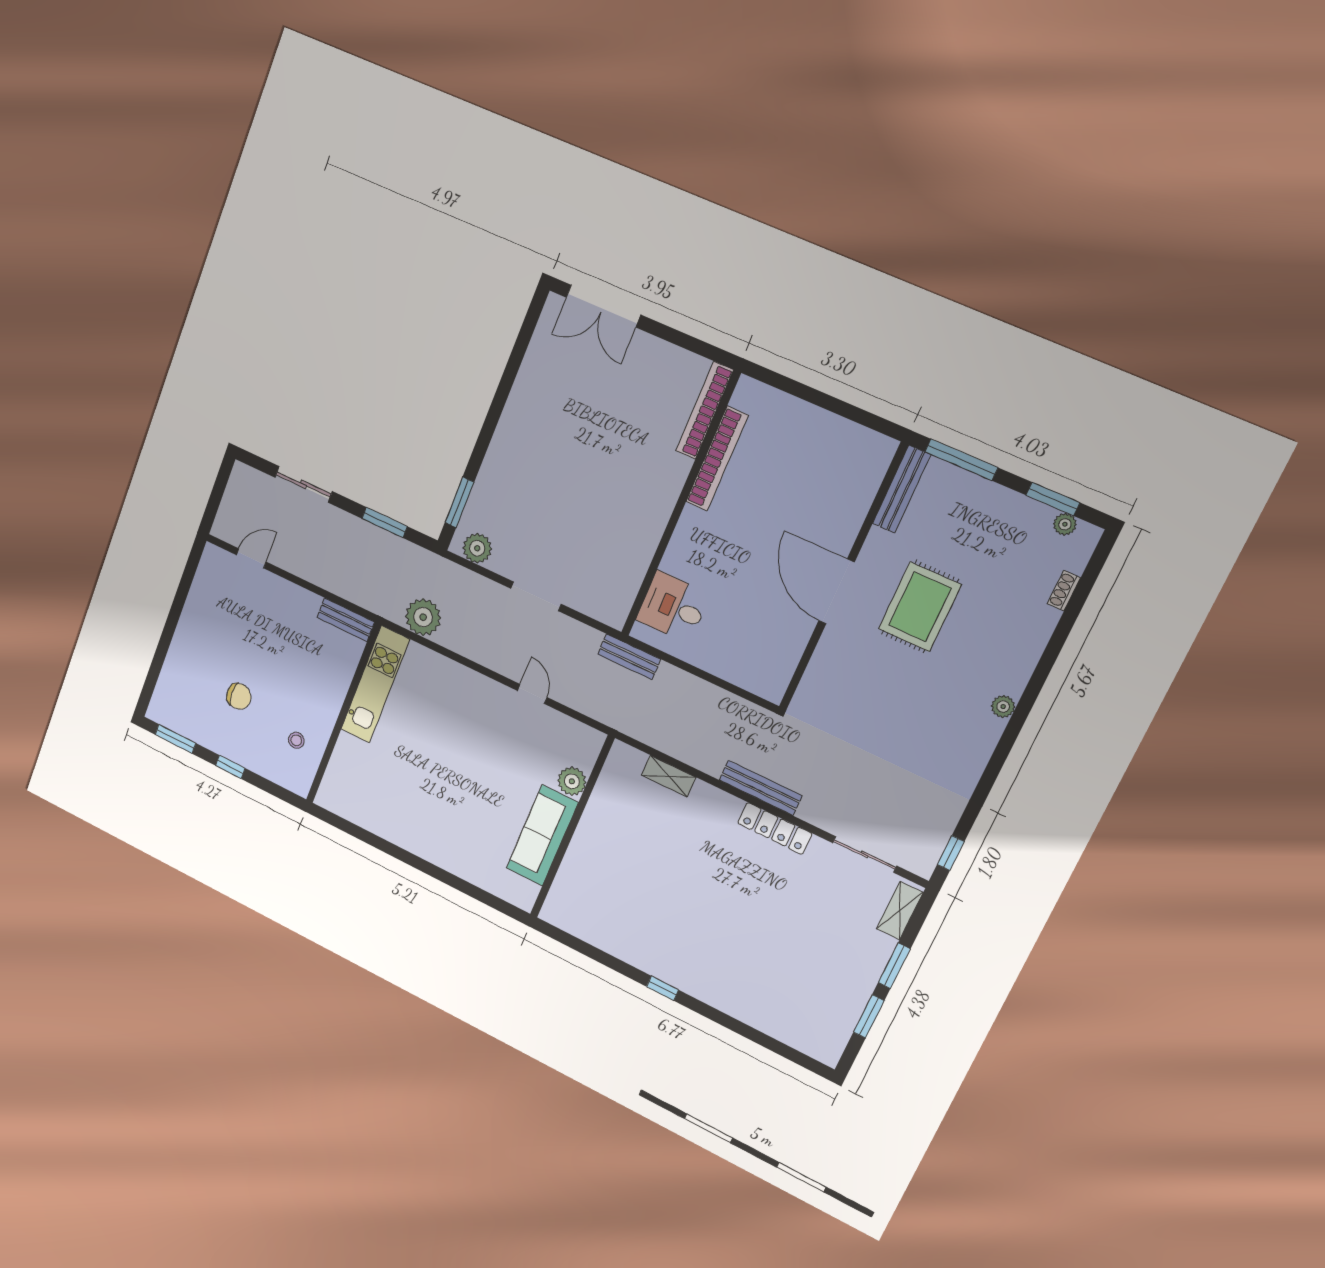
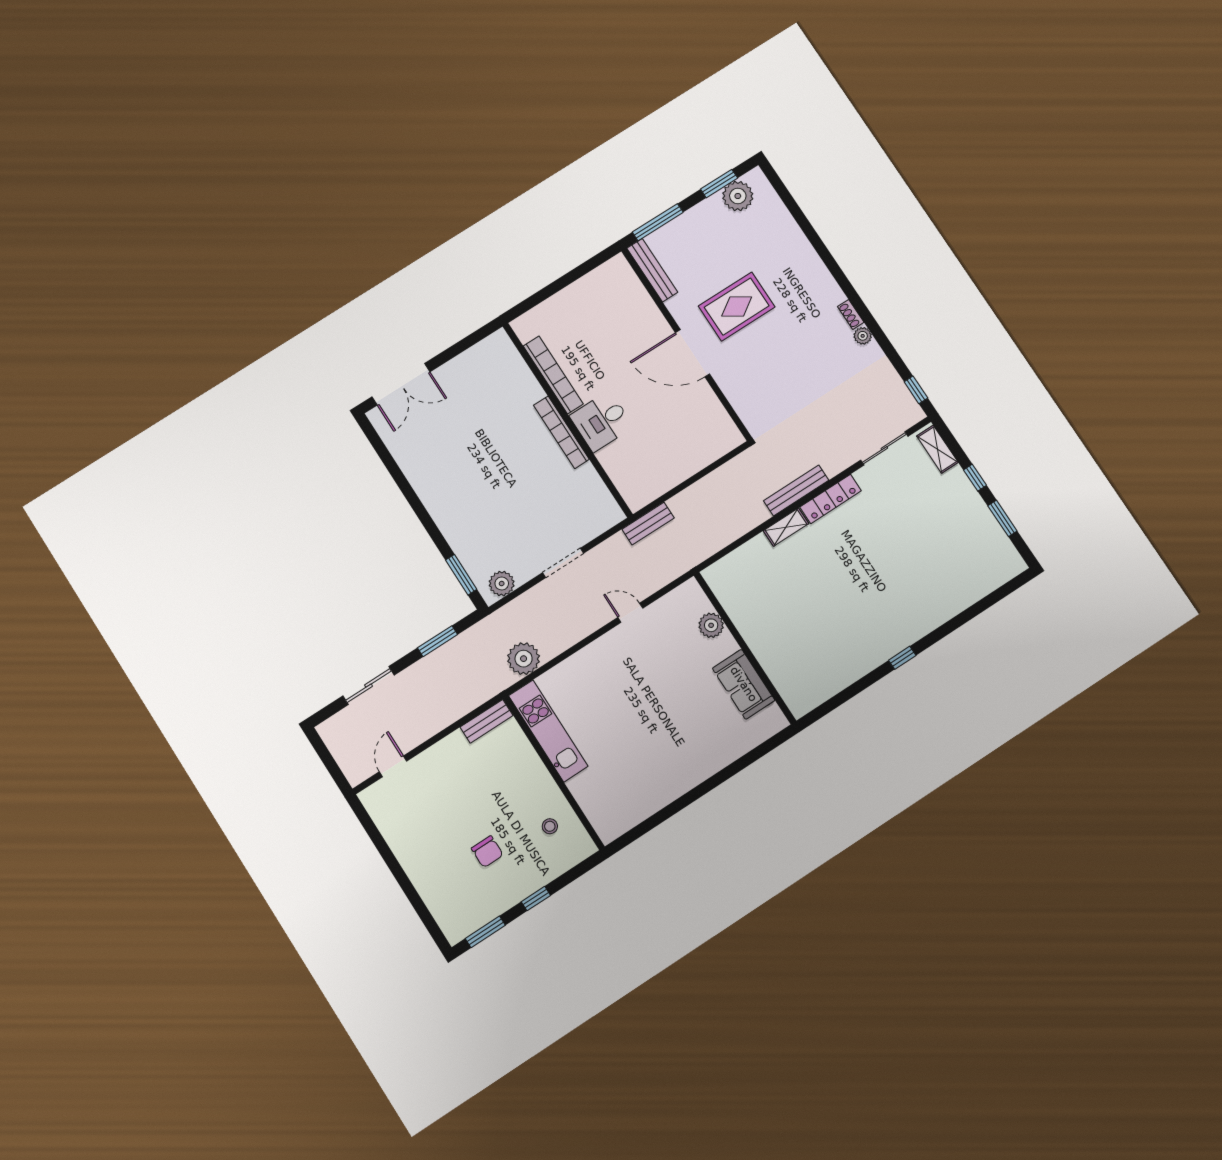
bookcase: (705, 410) -> (561, 432), moved
plant: (1065, 524) -> (738, 196), width x1.88, depth x1.88
shoe rack: (1064, 591) -> (851, 314), moved
desk: (673, 607) -> (601, 421), moved
rug: (920, 607) -> (737, 307), turned 90
chair: (239, 696) -> (487, 852), turned 90
plant: (1003, 707) -> (863, 336), moved
shelving: (669, 776) -> (786, 527), moved
sofa: (542, 835) -> (744, 684), width x0.73
window: (894, 966) -> (975, 478), width x0.67

